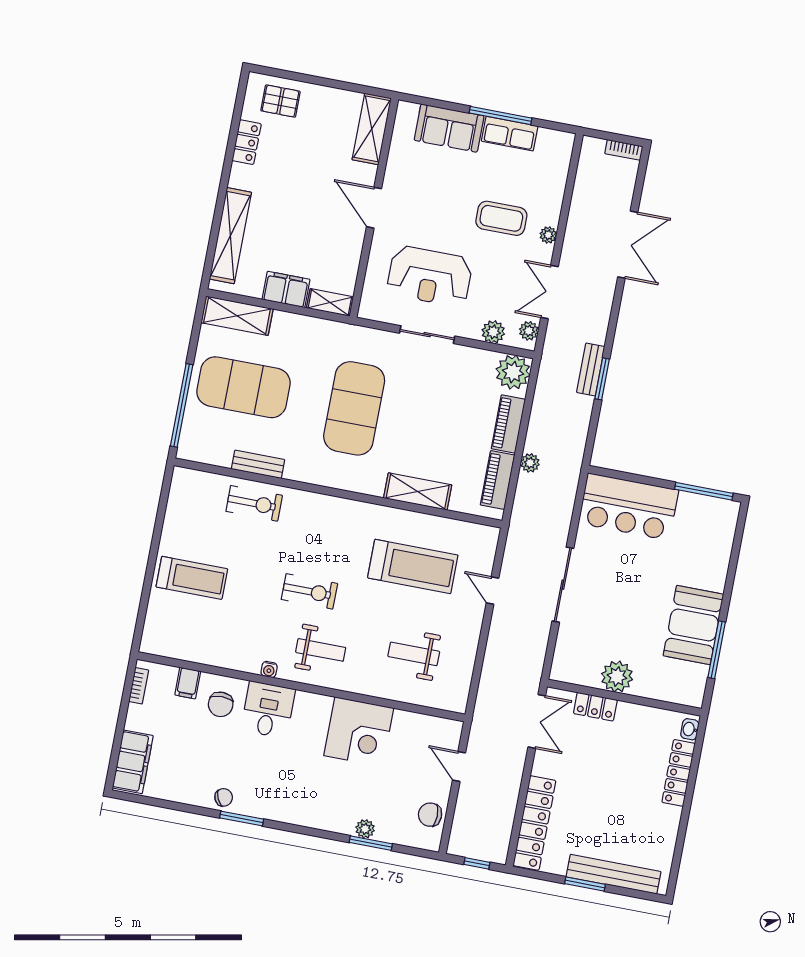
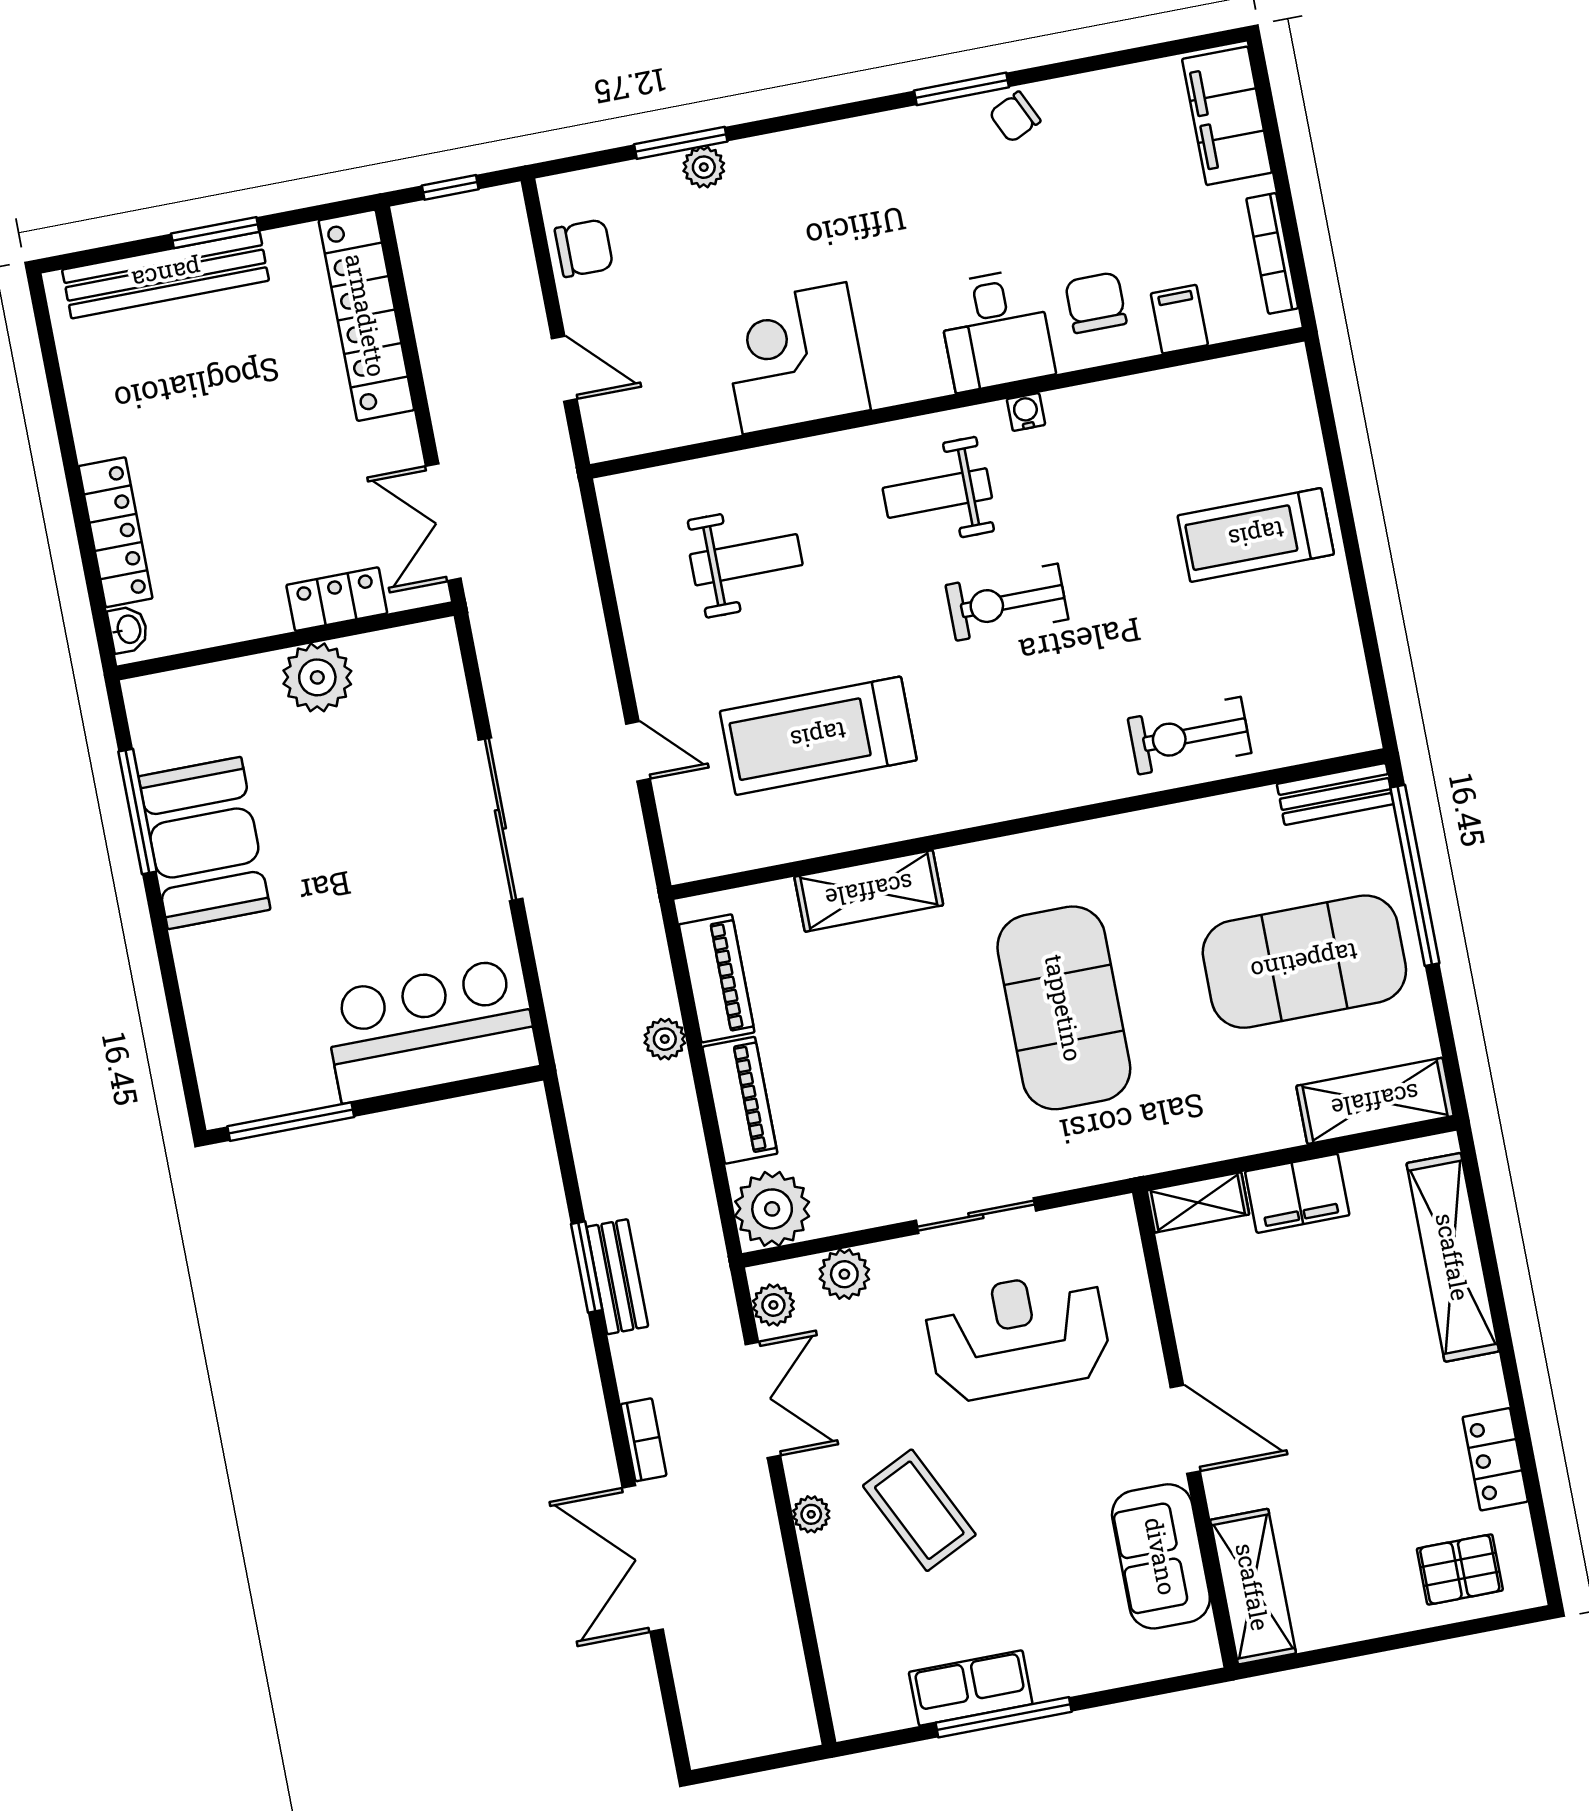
sofa: (449, 128) -> (1161, 1556), moved, turned -90
bookcase: (624, 150) -> (644, 1440), moved, turned 90
coffee table: (501, 218) -> (919, 1510), turned 64
bench: (258, 464) -> (1335, 794), moved
bookcase: (139, 686) -> (1272, 253), width x1.56

